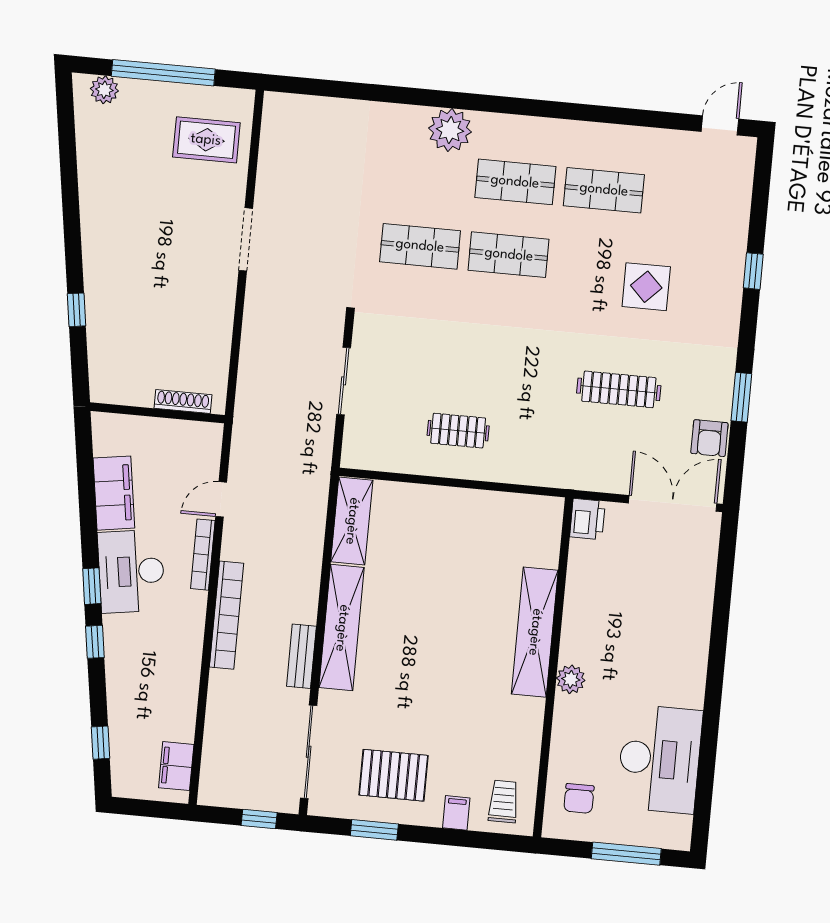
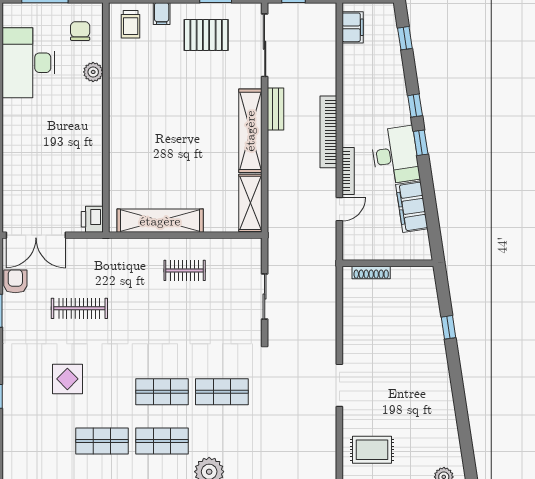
shelving: (535, 632) -> (160, 221), moved, turned 90
plant: (571, 679) -> (93, 72), moved

